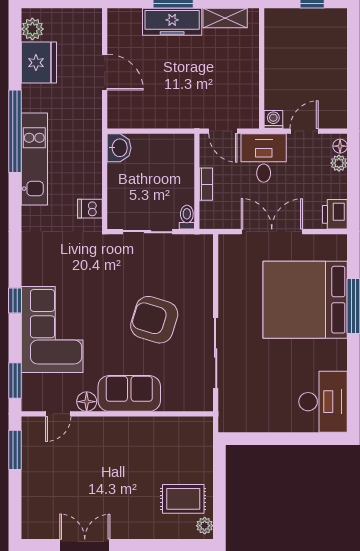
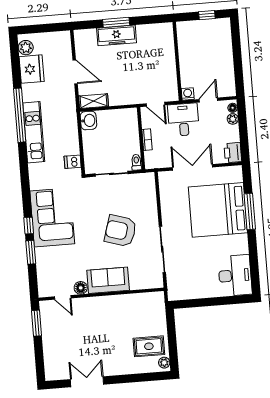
shelving: (225, 18) -> (93, 101), moved
corner sofa: (52, 330) -> (52, 217), moved
window: (15, 380) -> (31, 252), moved
door: (58, 414) -> (63, 297), hinge flipped

